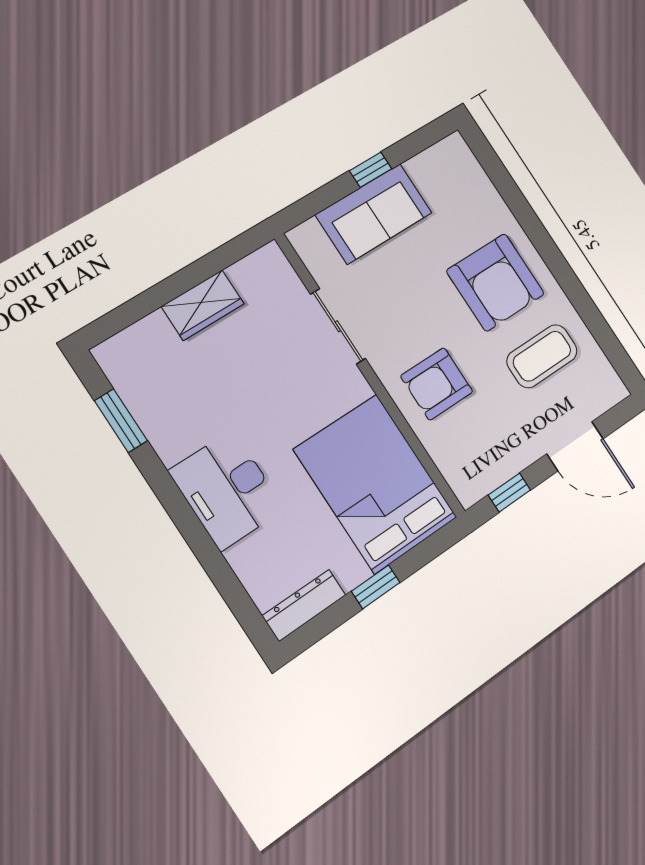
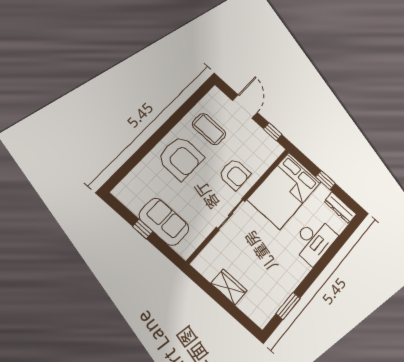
armchair: (495, 282) -> (181, 158), turned 91
sliding door: (338, 326) -> (231, 214), moved
desk: (227, 490) -> (314, 241), moved

